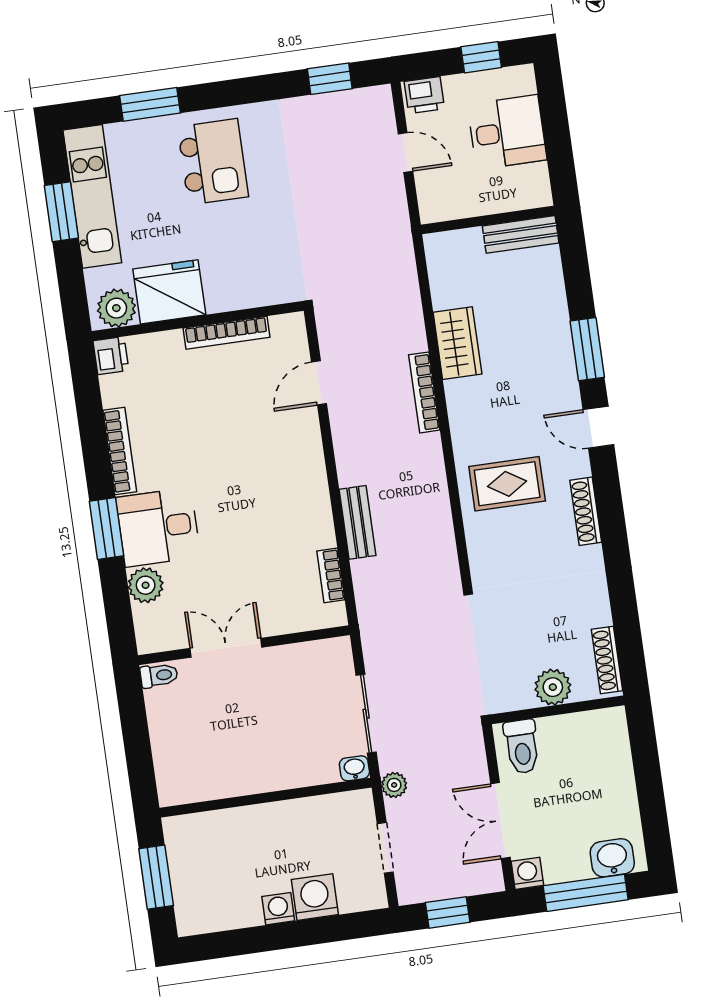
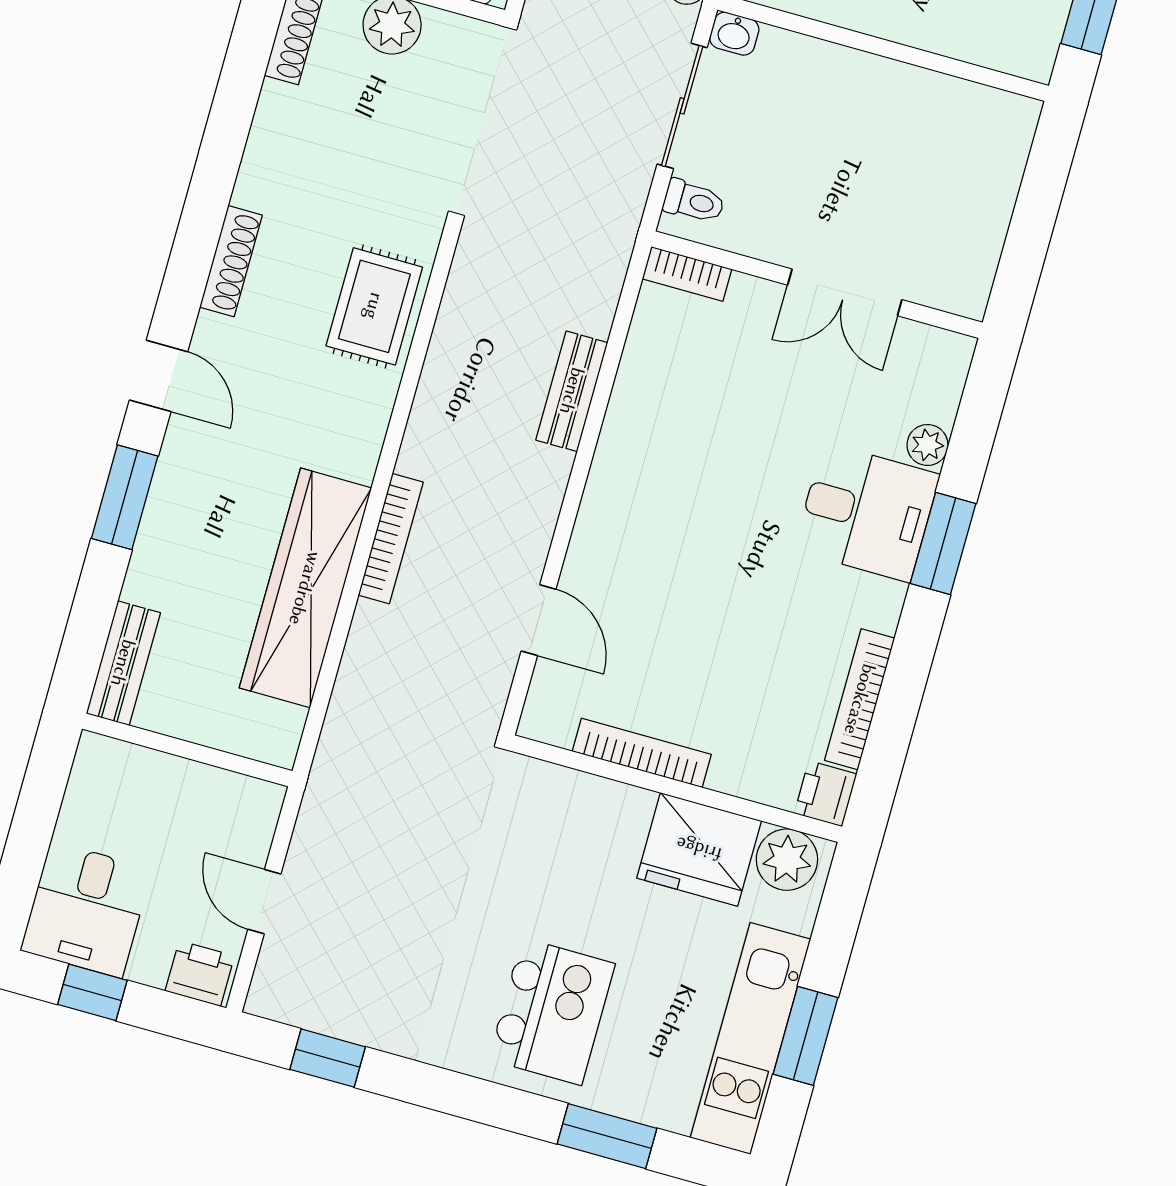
desk: (507, 132) -> (86, 910), moved, turned -90
kitchen island: (213, 162) -> (552, 1012), turned 180
bench: (521, 234) -> (123, 663), moved, turned 90
wardrobe: (457, 343) -> (305, 588), width x2.10, depth x1.17
door: (319, 383) -> (539, 620), hinge flipped
bookcase: (120, 451) -> (860, 699), moved
rug: (507, 484) -> (374, 306), moved, turned 90
bookcase: (331, 575) -> (687, 274), moved, turned 90
plant: (146, 585) -> (928, 445), width x0.73, depth x0.73
toilet: (159, 675) -> (694, 201), moved, turned 180

